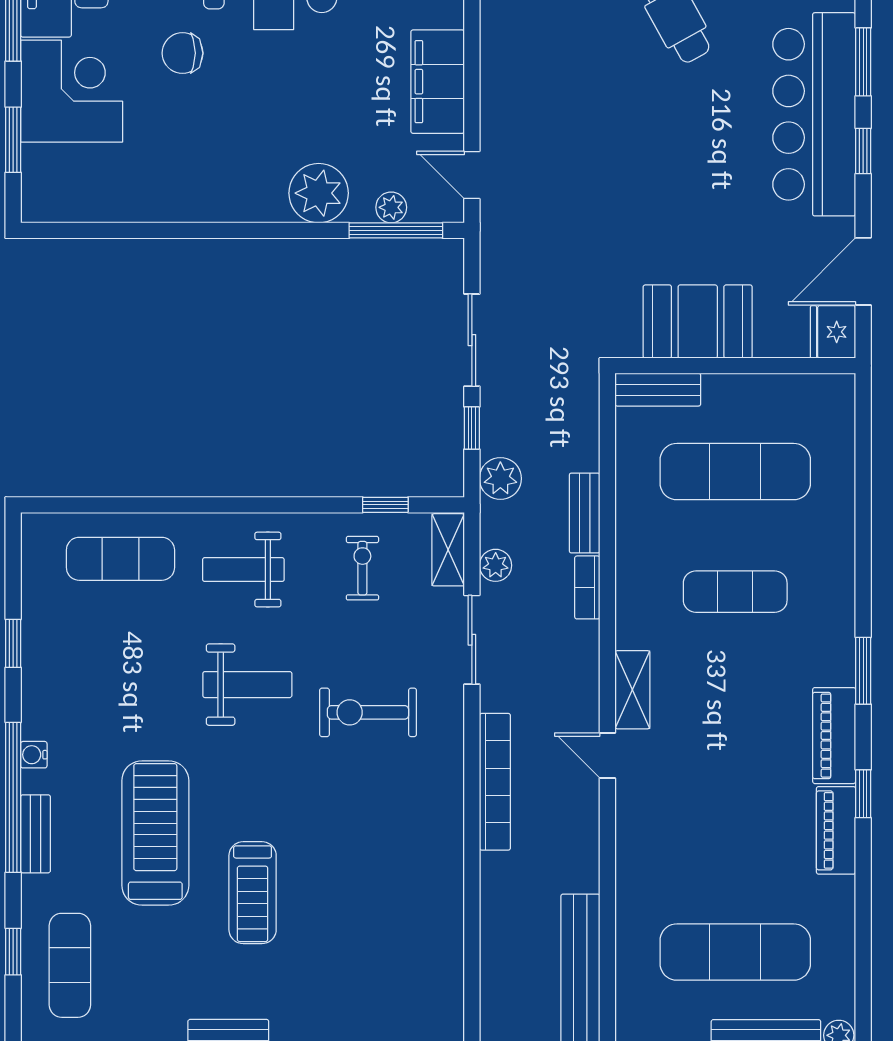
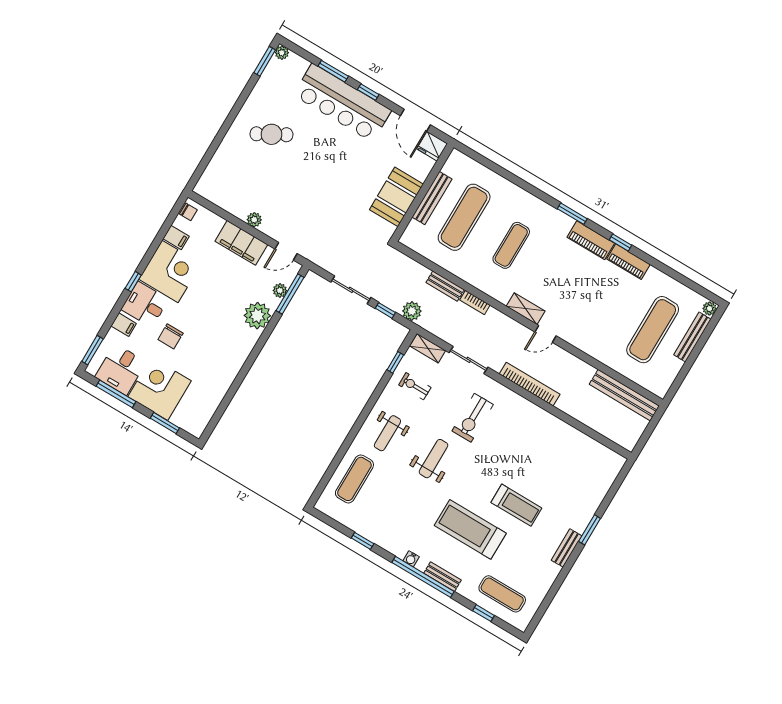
bench: (658, 390) -> (432, 198), moved, width x1.36
plant: (496, 565) -> (254, 220), moved

